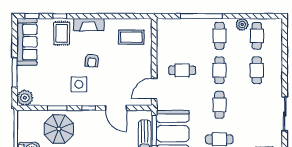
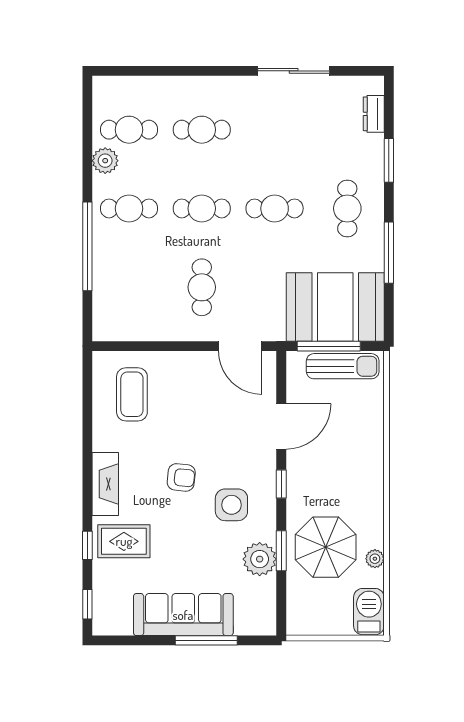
sofa: (27, 42) -> (183, 615), moved
plant: (25, 98) -> (260, 559), moved

